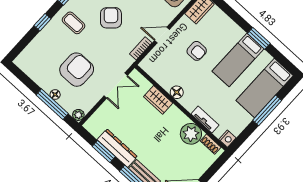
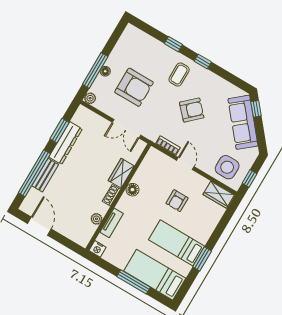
plant: (191, 134) -> (97, 219), width x0.53, depth x0.53
shoe rack: (211, 144) -> (111, 195), moved

